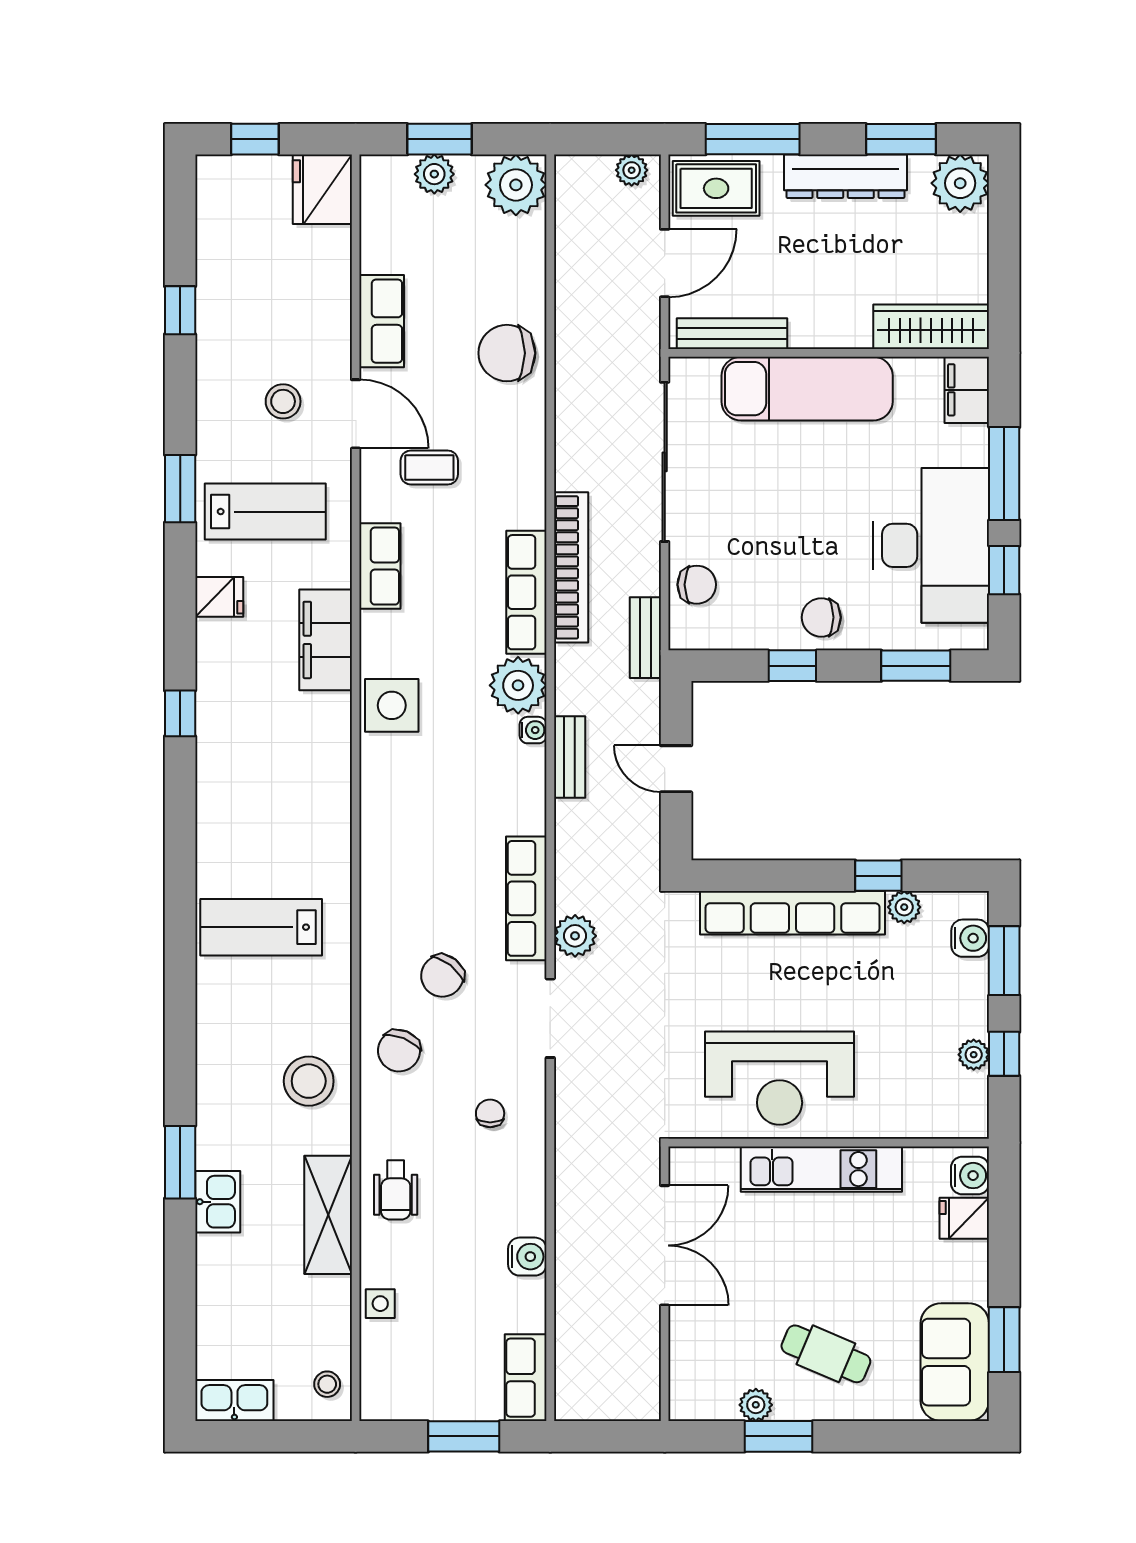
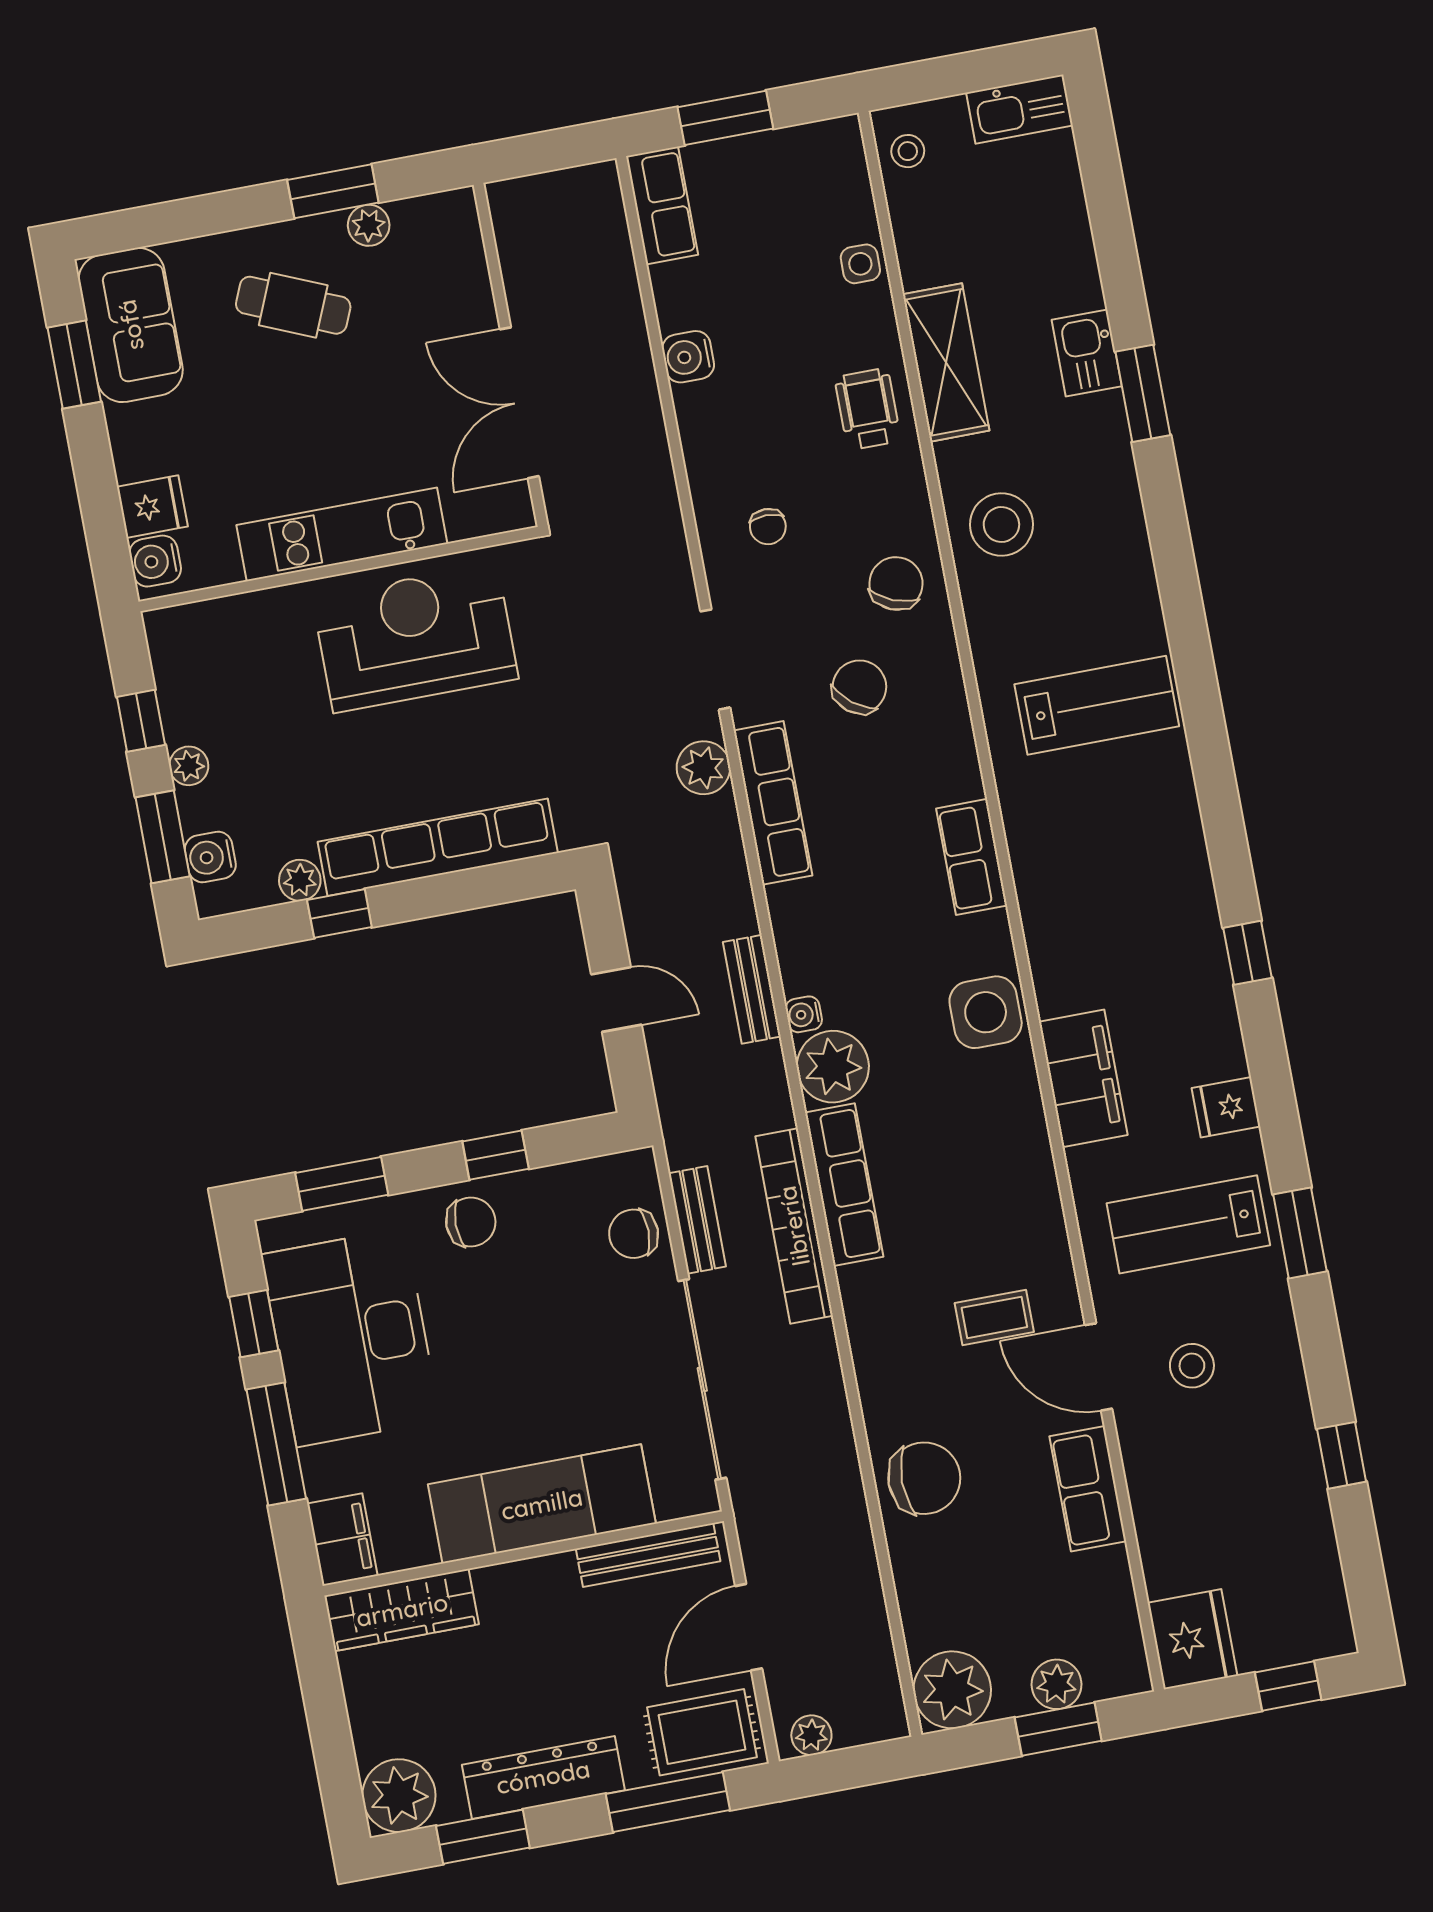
row of seats: (380, 566) -> (972, 857), moved
bench: (645, 638) -> (697, 1220), moved
plant: (974, 1055) -> (189, 766), moved

